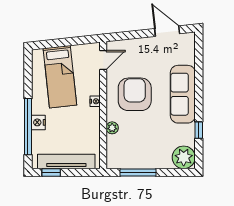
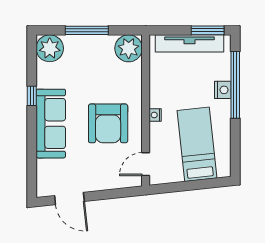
plant: (112, 128) -> (129, 48), moved, width x1.87, depth x1.87
window: (199, 130) -> (32, 96), moved
window: (51, 172) -> (208, 30), width x1.50
window: (138, 172) -> (87, 30), moved

